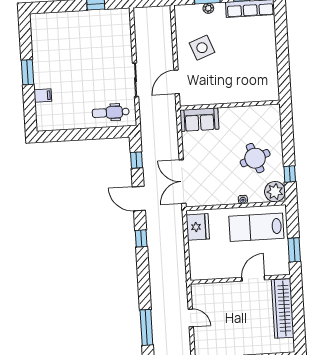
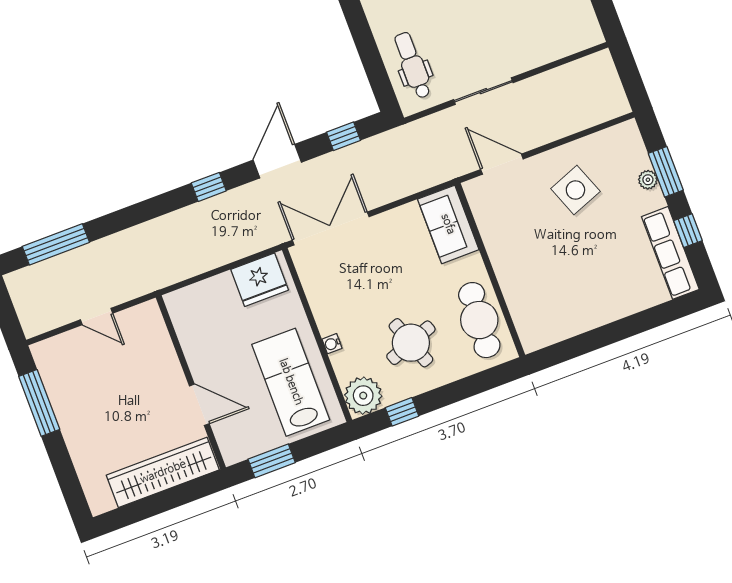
cafe table: (254, 119) -> (479, 320), added
door: (191, 318) -> (97, 317), hinge flipped

